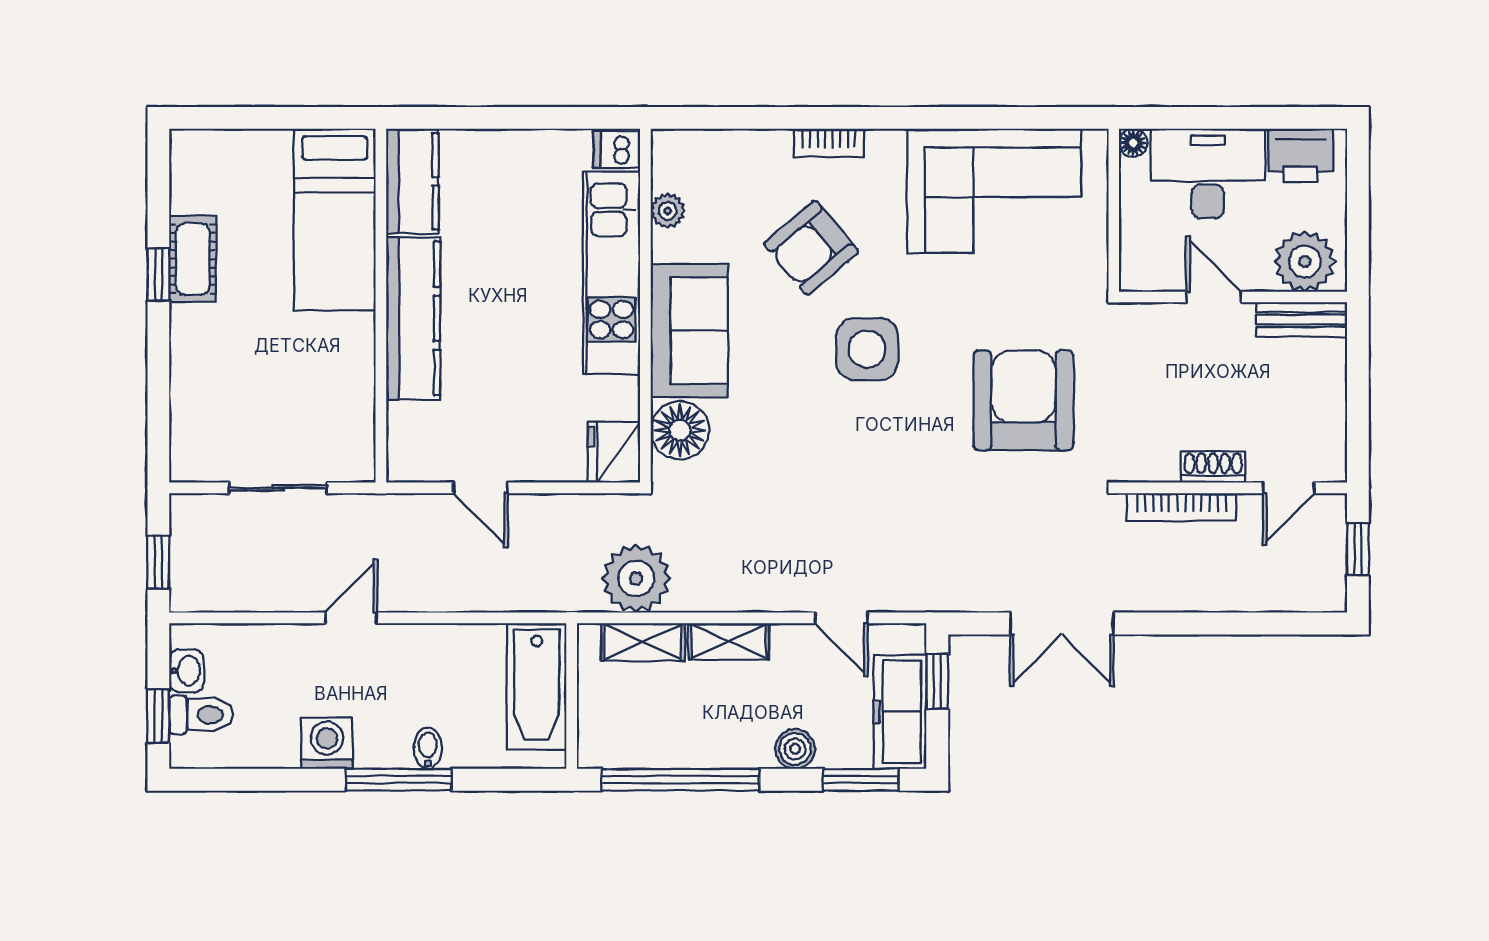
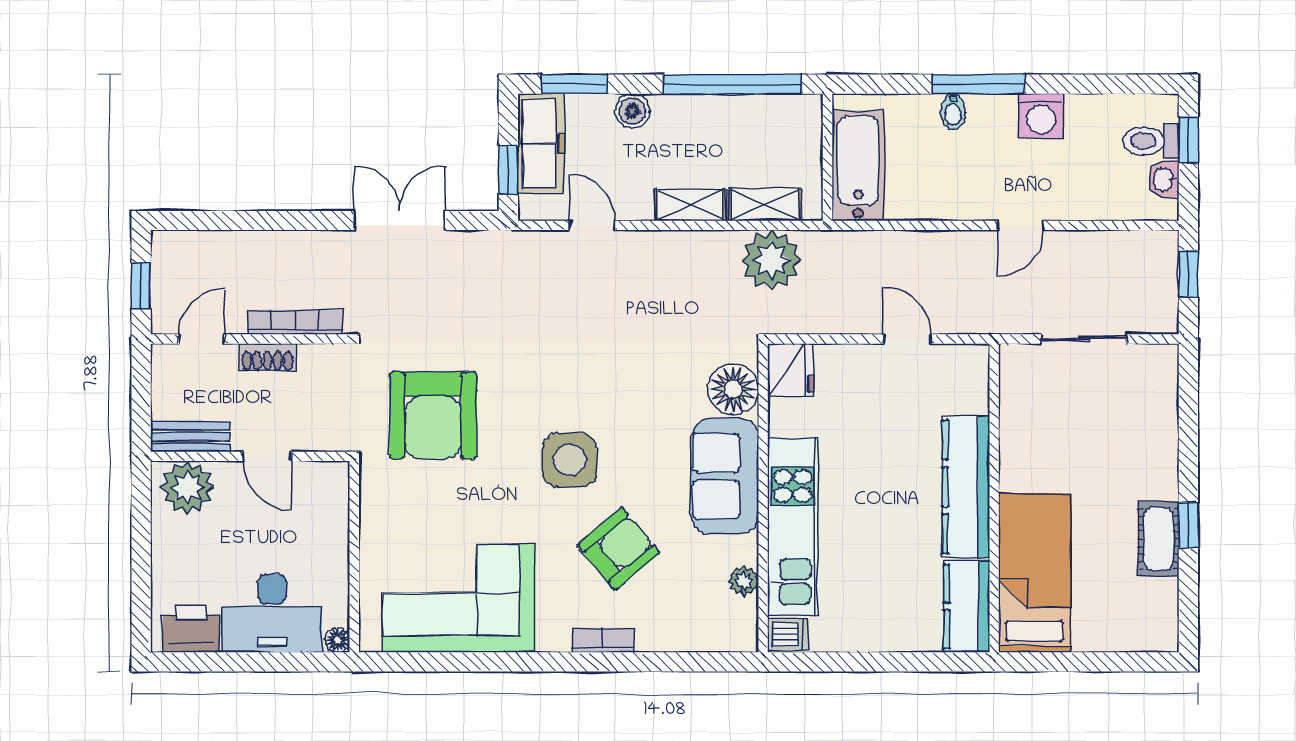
plant: (1305, 261) -> (187, 487), moved
door: (1214, 297) -> (267, 456), moved
wall: (1233, 297) -> (250, 456), moved
bench: (1302, 320) -> (190, 437), moved

